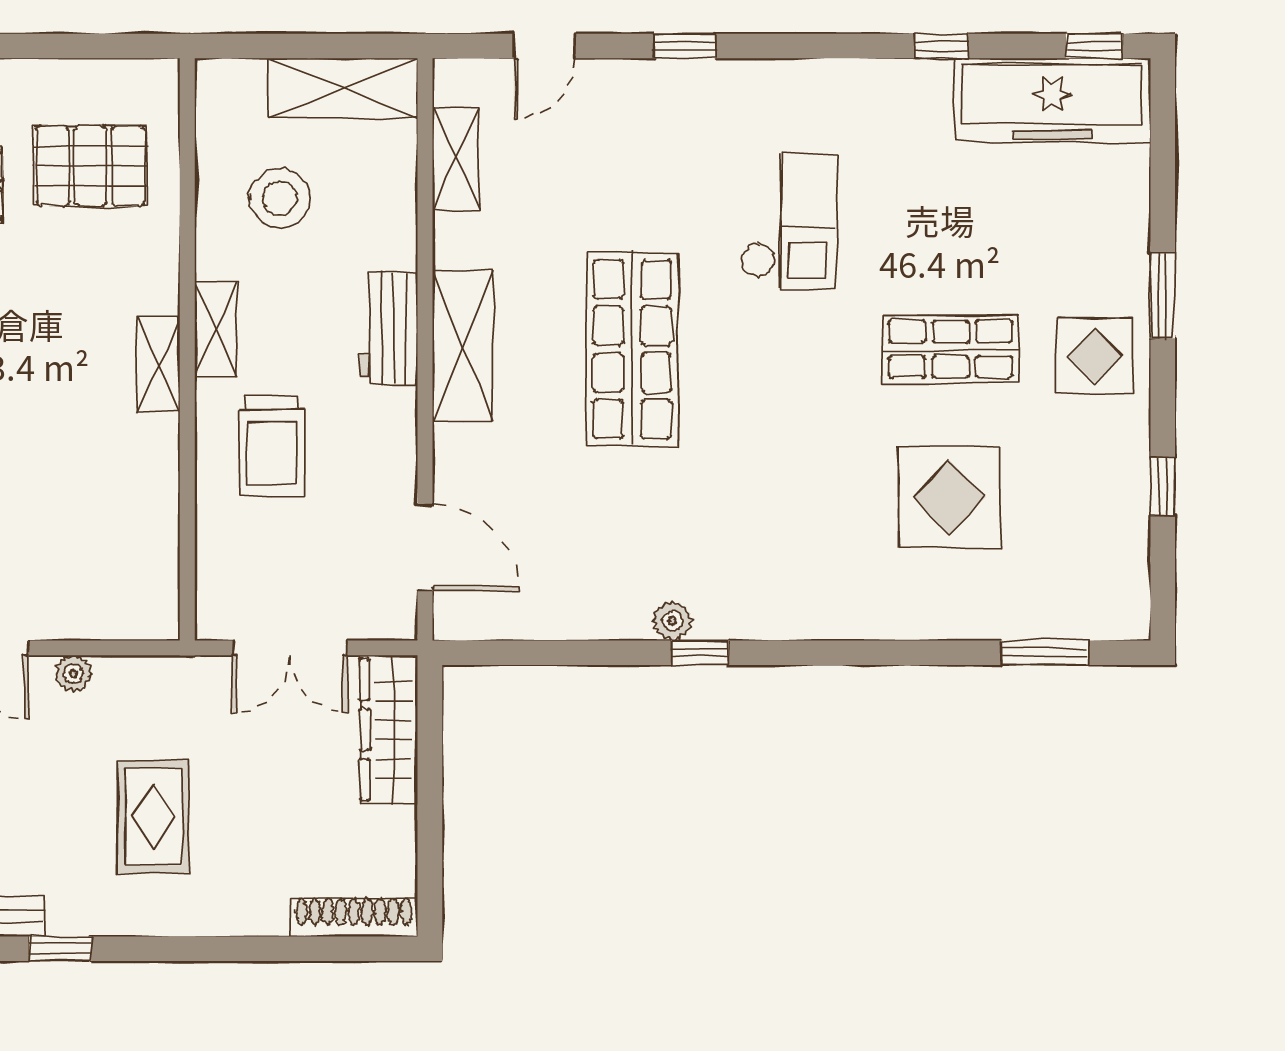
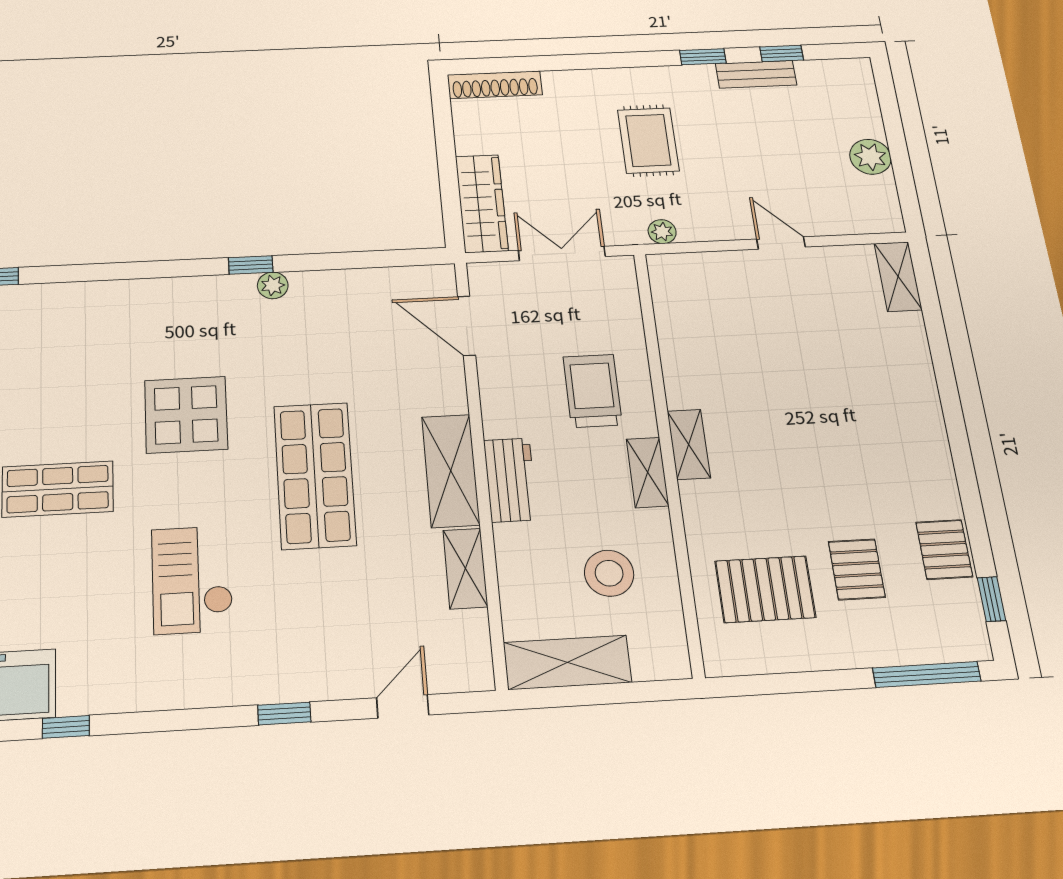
shelving: (455, 159) -> (465, 569), moved
display table: (949, 497) -> (186, 415), moved
plant: (73, 674) -> (662, 232), moved

